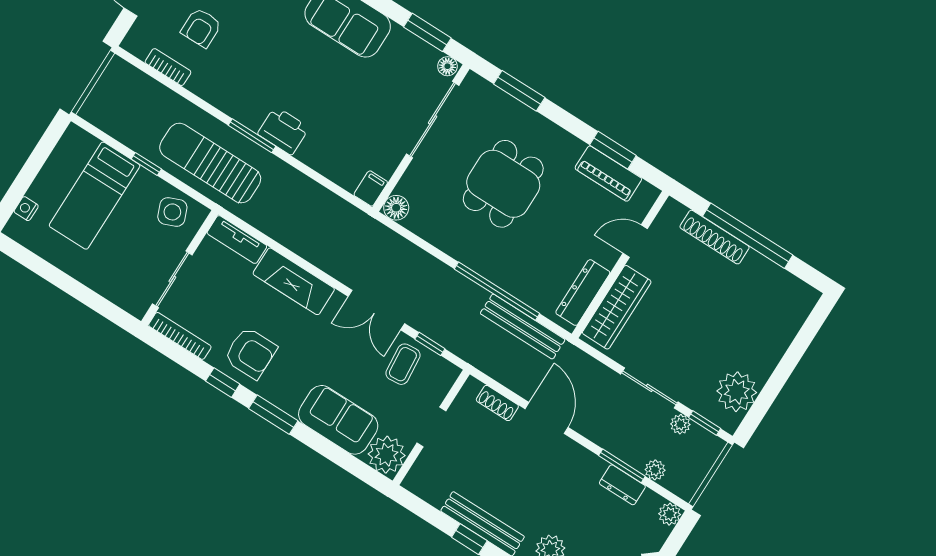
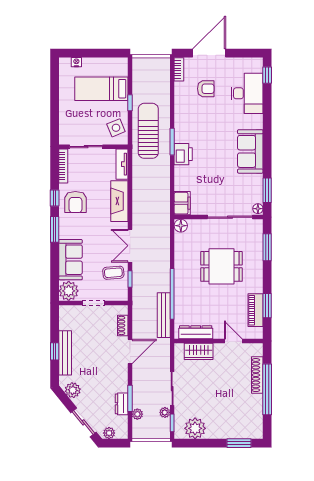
armchair: (201, 28) -> (206, 89), turned 180
bookcase: (168, 67) -> (179, 69), moved
filing cabinet: (371, 189) -> (182, 203), width x2.00
wardrobe: (617, 307) -> (199, 351), width x0.67
window: (805, 336) -> (239, 443), added
plant: (670, 514) -> (109, 433), moved

